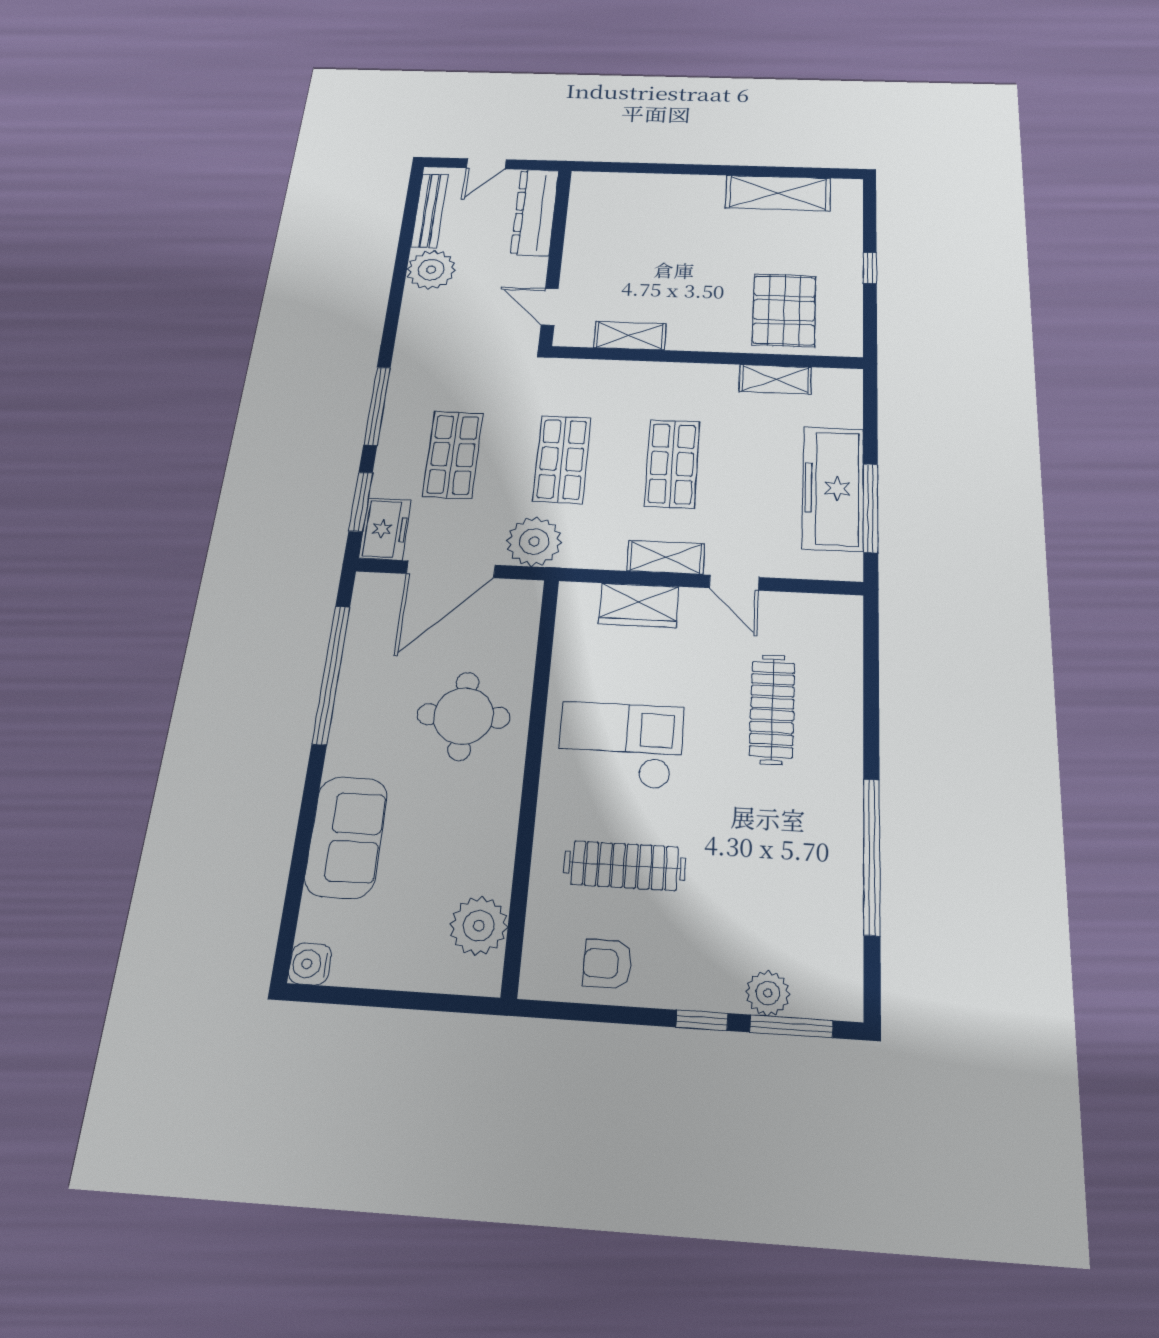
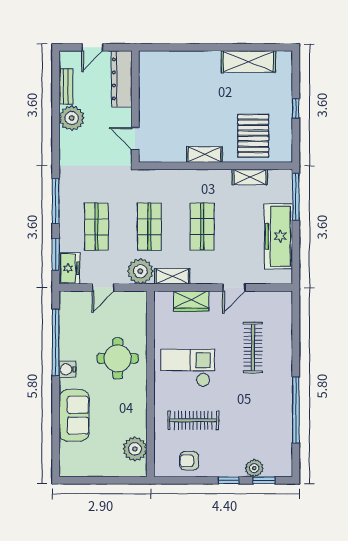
bench: (429, 210) -> (66, 86), width x0.73
shelving: (630, 336) -> (204, 154), moved
window: (871, 508) -> (296, 197), moved
shelving: (666, 557) -> (172, 276), moved
door: (451, 569) -> (103, 288), width x0.53
door: (734, 583) -> (234, 288), hinge flipped
water cooler: (310, 964) -> (67, 369), moved
window: (791, 1026) -> (264, 480), width x0.67

